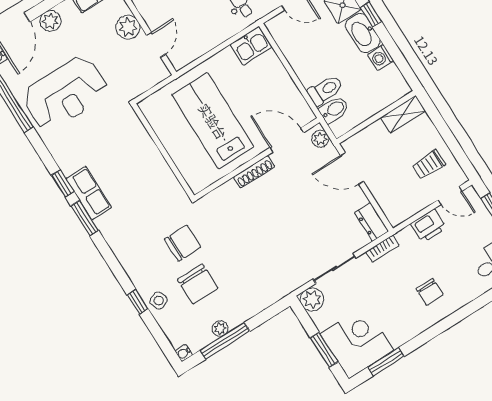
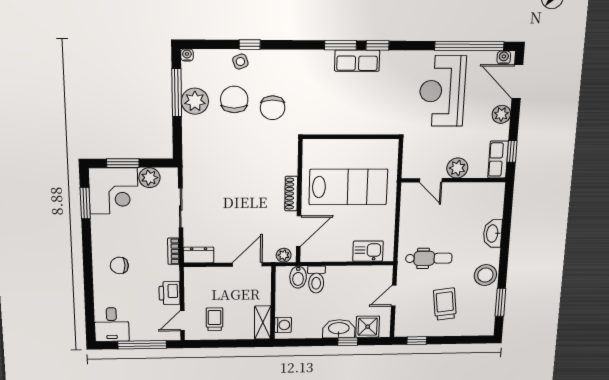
kitchen sink: (251, 46) -> (368, 251), moved, turned 90
washing machine: (381, 58) -> (283, 325), moved, turned 90
chair: (198, 284) -> (234, 100), turned 90
plant: (312, 299) -> (149, 178), moved
plant: (220, 329) -> (195, 101), width x1.88, depth x1.88

